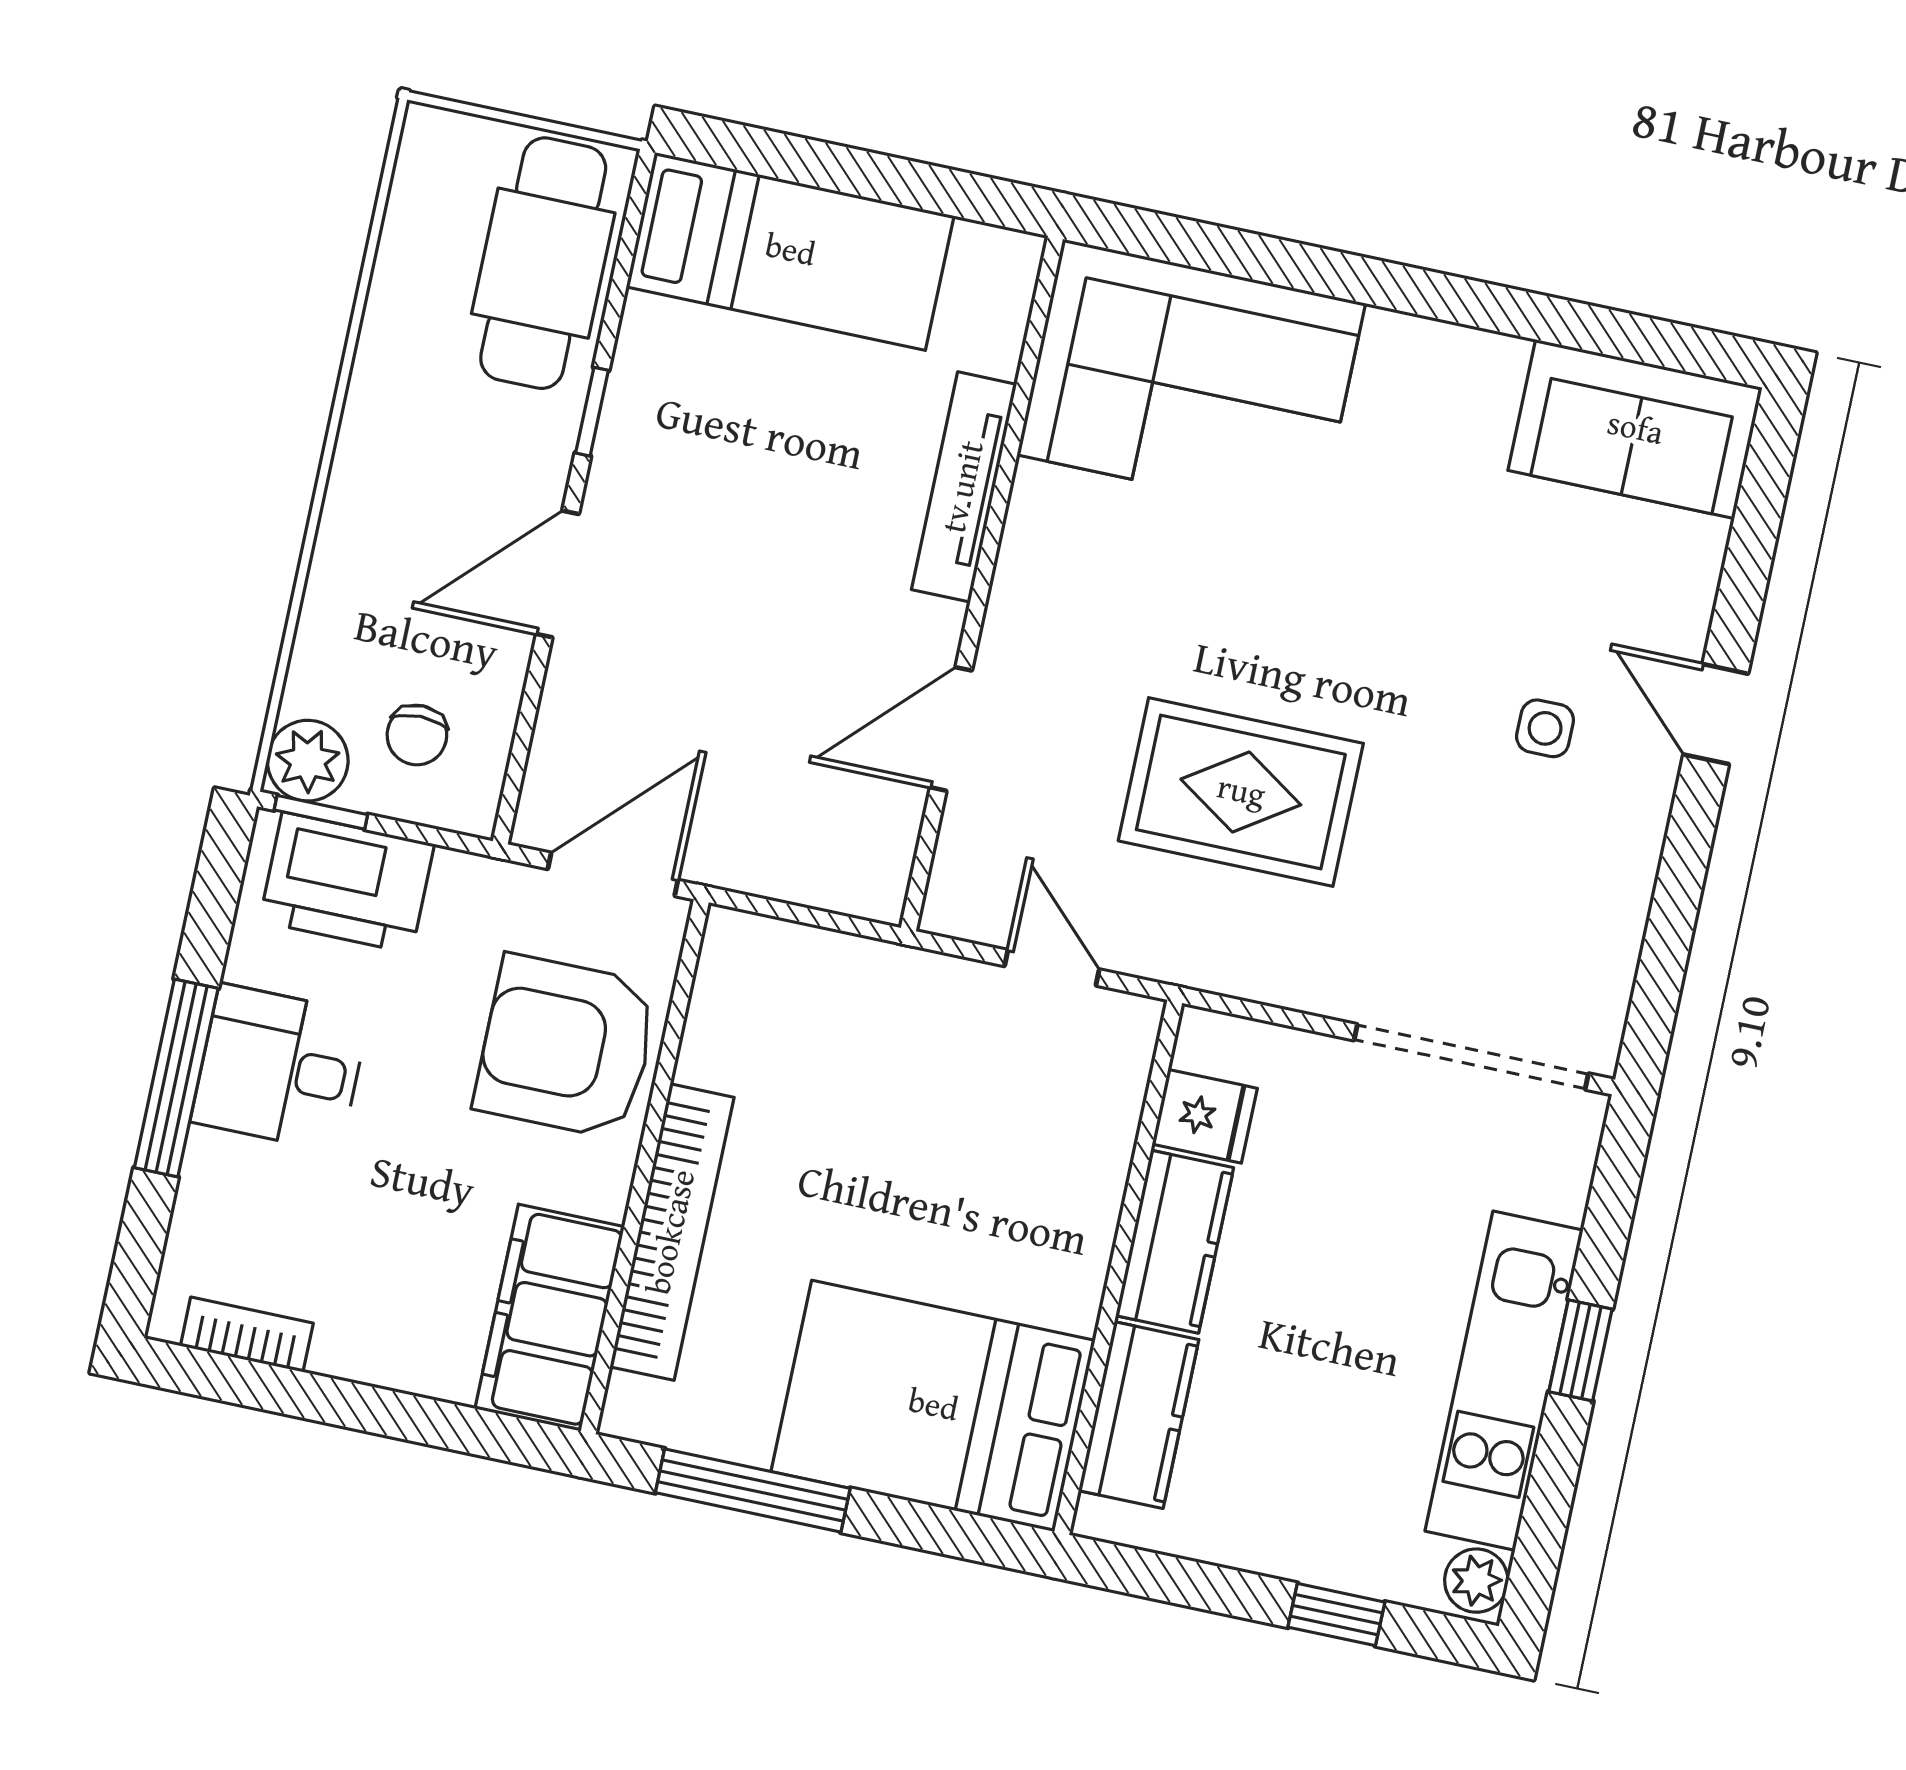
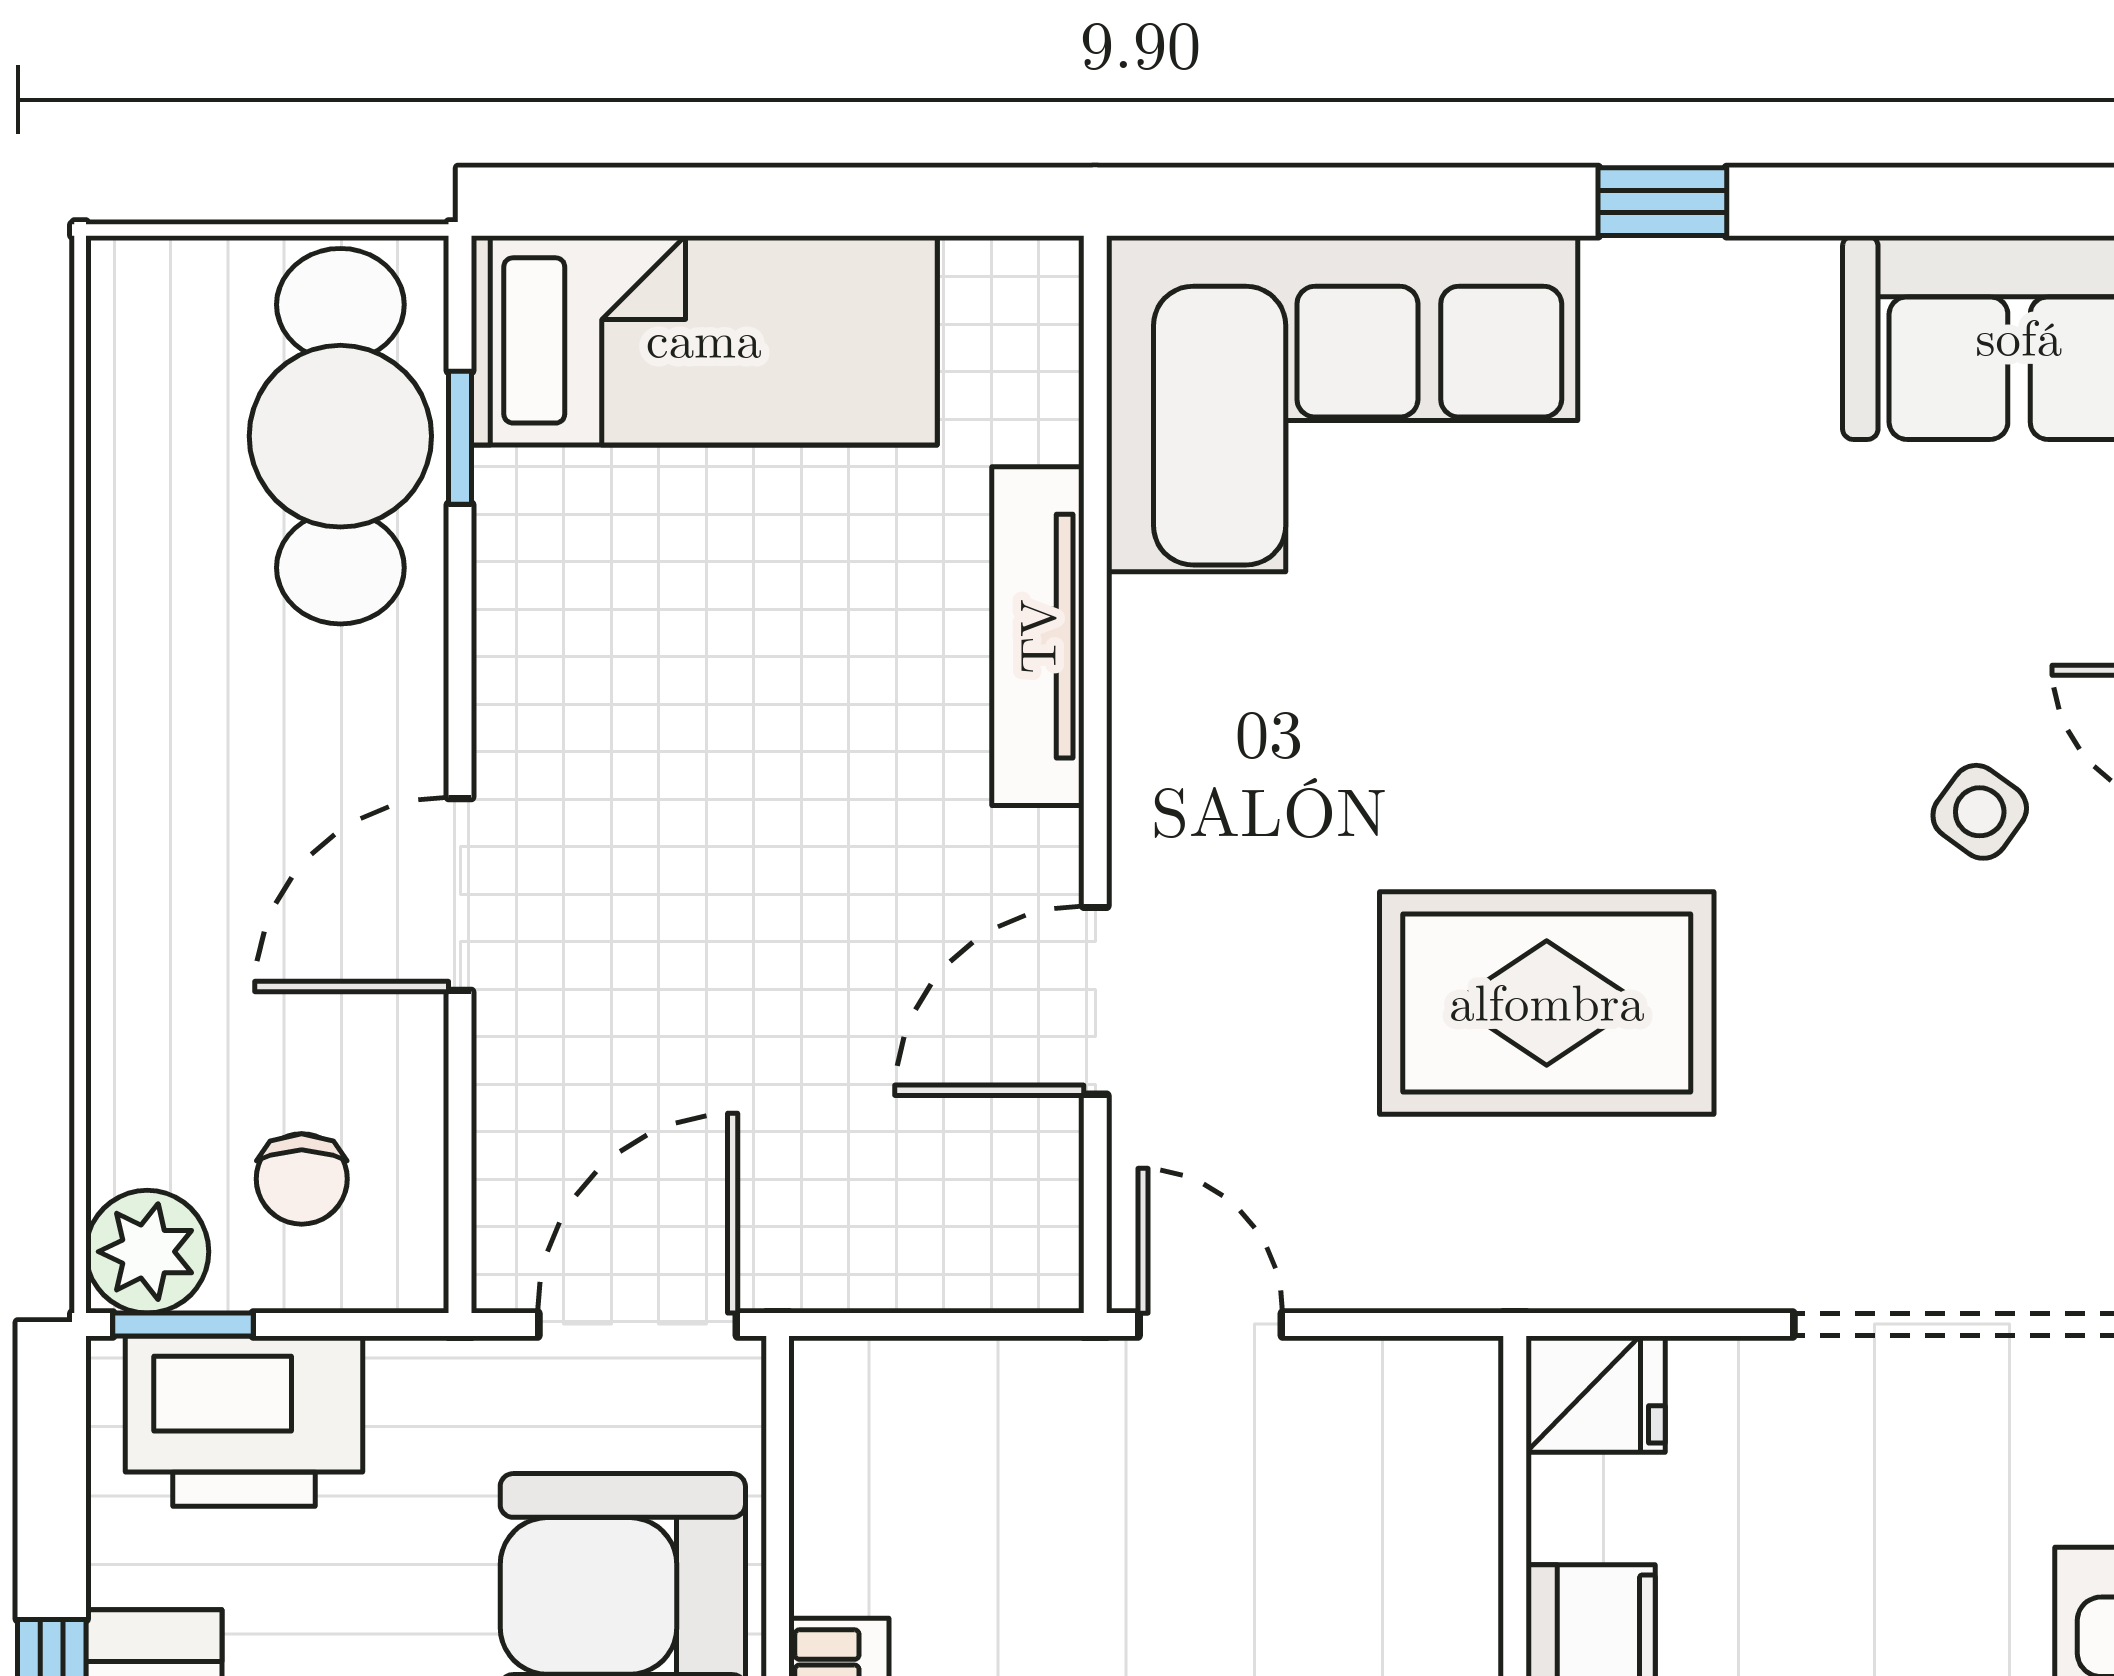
window: (1425, 293) -> (1662, 202), added
window: (592, 412) -> (460, 438), moved
side table: (1545, 728) -> (1980, 812), turned 36
door: (1052, 968) -> (1210, 1324), moved
fridge: (1205, 1116) -> (1596, 1394), moved

